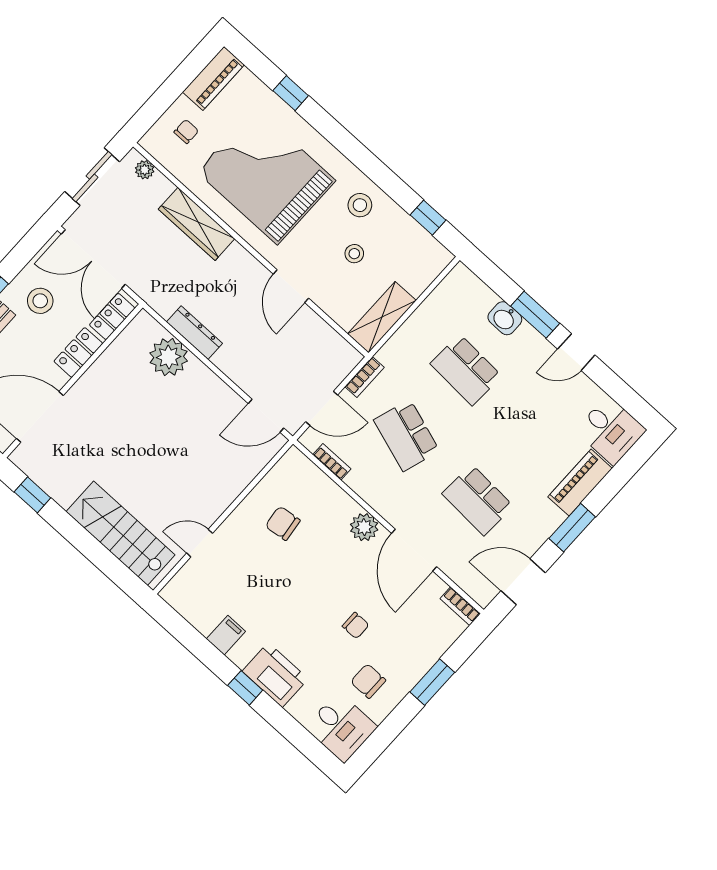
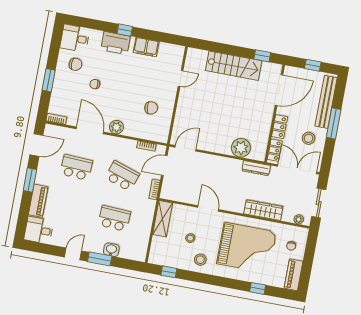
dresser: (194, 333) -> (256, 168), moved
stairs: (121, 533) -> (234, 66), moved
filing cabinet: (226, 635) -> (146, 47), width x2.00

